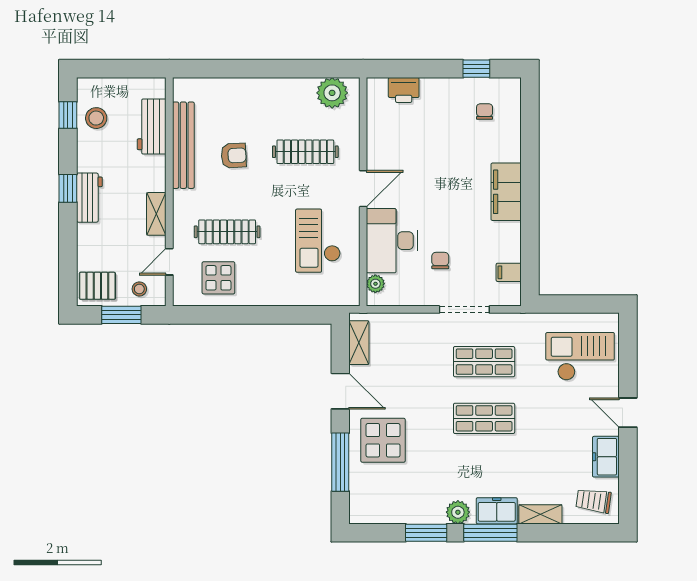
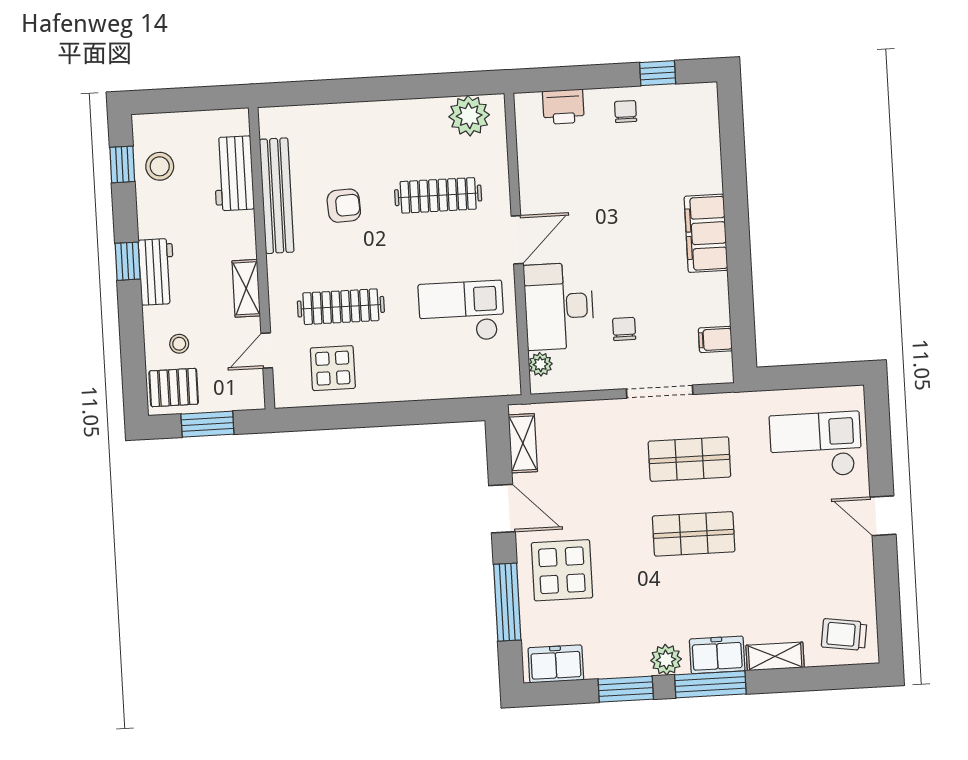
chair: (485, 112) -> (626, 112), moved
checkout: (318, 241) -> (461, 312), turned 90
stool: (139, 289) -> (179, 344), moved
freezer: (606, 457) -> (556, 664), moved, turned 90

